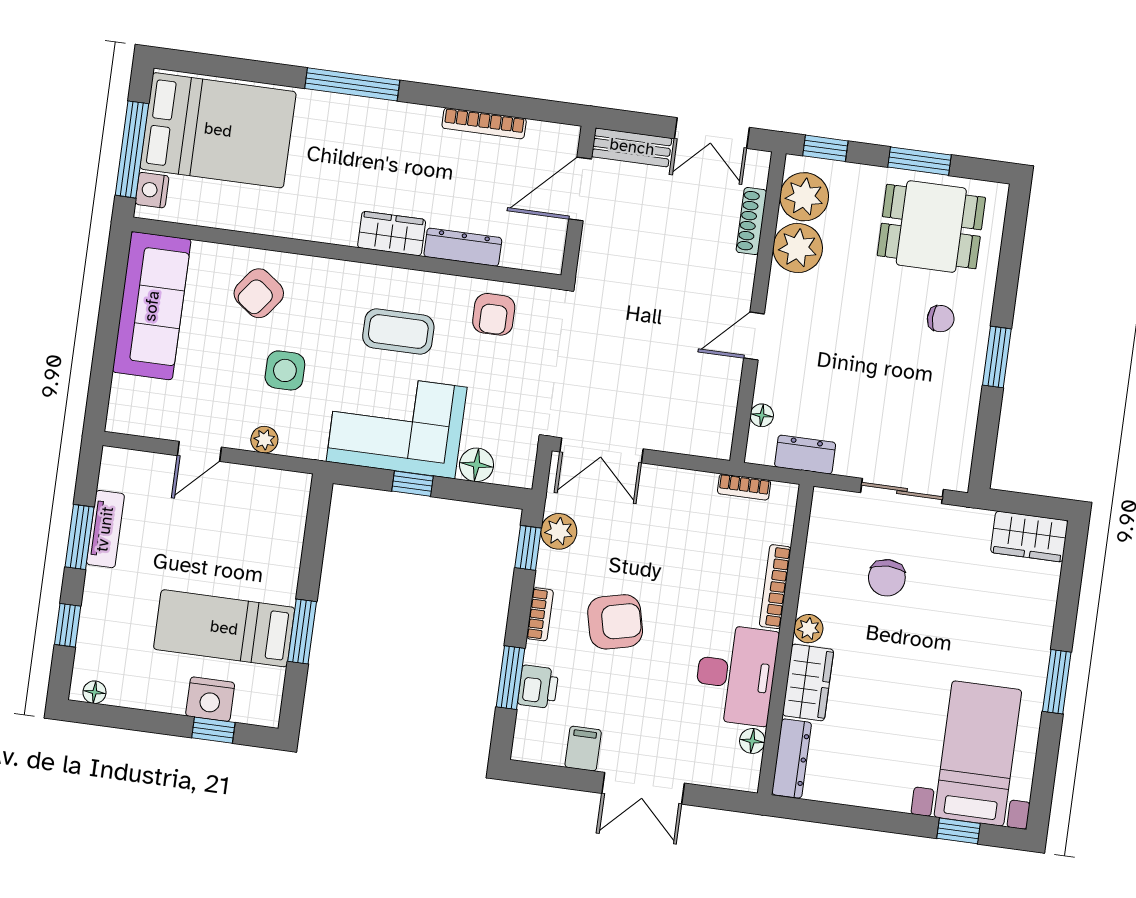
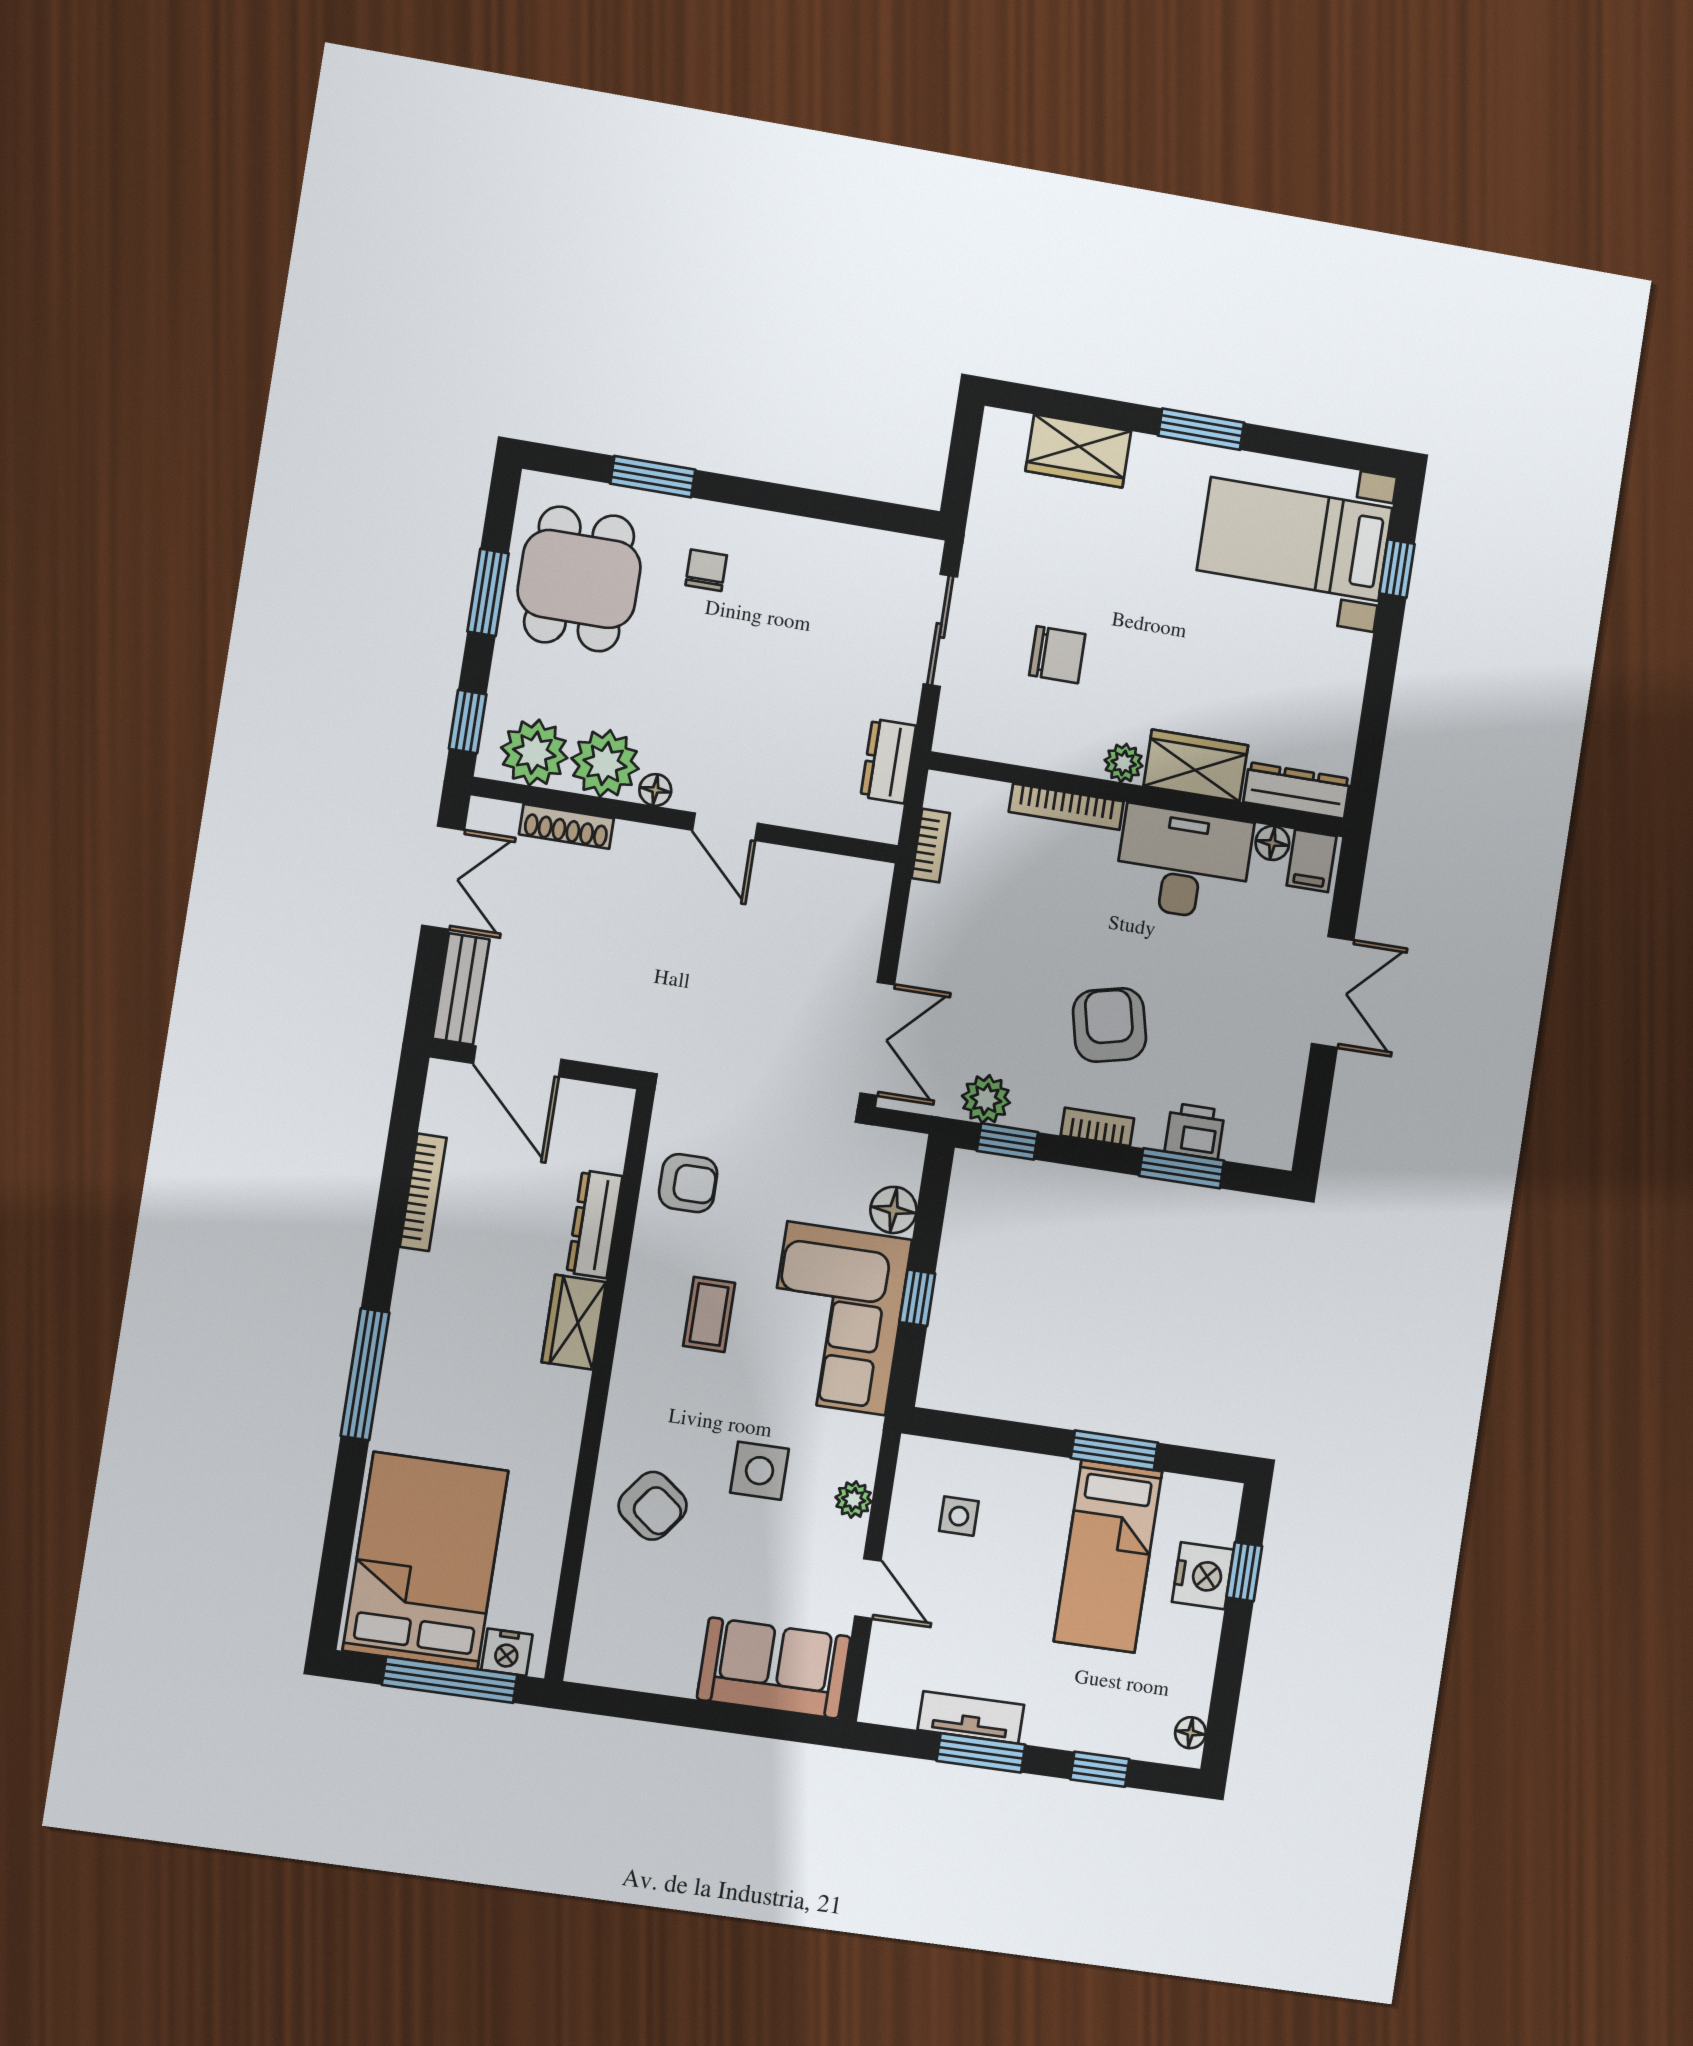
sofa: (152, 306) -> (774, 1668), moved, width x0.73
coffee table: (398, 332) -> (709, 1314), width x0.73, depth x0.77
window: (997, 357) -> (653, 477), moved
floor lamp: (762, 415) -> (655, 790), moved
side table: (253, 517) -> (959, 1516), added
wardrobe: (1029, 536) -> (1078, 451), moved, turned 90
filing cabinet: (583, 749) -> (1312, 861), moved, turned -90

